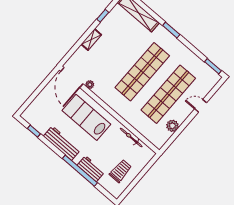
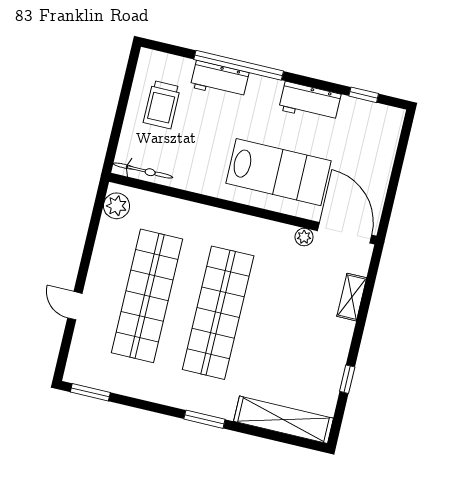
shelving: (91, 39) -> (352, 297), moved
door: (201, 106) -> (75, 306), swing flipped
plant: (172, 126) -> (117, 206), moved
bicycle: (131, 138) -> (143, 171), moved
workbench: (62, 143) -> (310, 102), width x0.73

